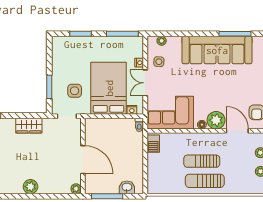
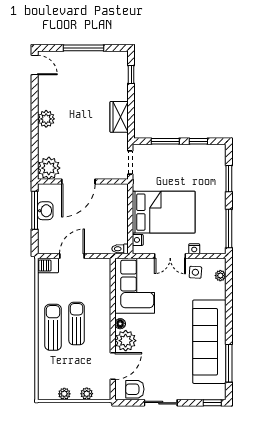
window: (49, 59) -> (198, 141), added
double door: (145, 83) -> (170, 256), swing flipped
side table: (75, 91) -> (161, 172), removed
barbecue: (153, 144) -> (48, 266), moved
door: (145, 165) -> (72, 256), added
washbasin: (127, 187) -> (45, 211), moved
plant: (76, 189) -> (49, 168), width x1.87, depth x1.87

